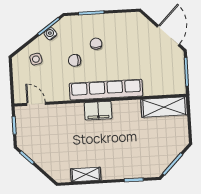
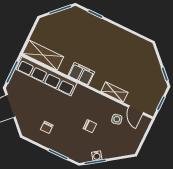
chair: (96, 44) -> (47, 127), moved
side table: (36, 59) -> (117, 119), moved
row of seats: (106, 90) -> (47, 76), moved
filing cabinet: (98, 111) -> (81, 74), moved
shelving: (86, 174) -> (114, 92), moved

